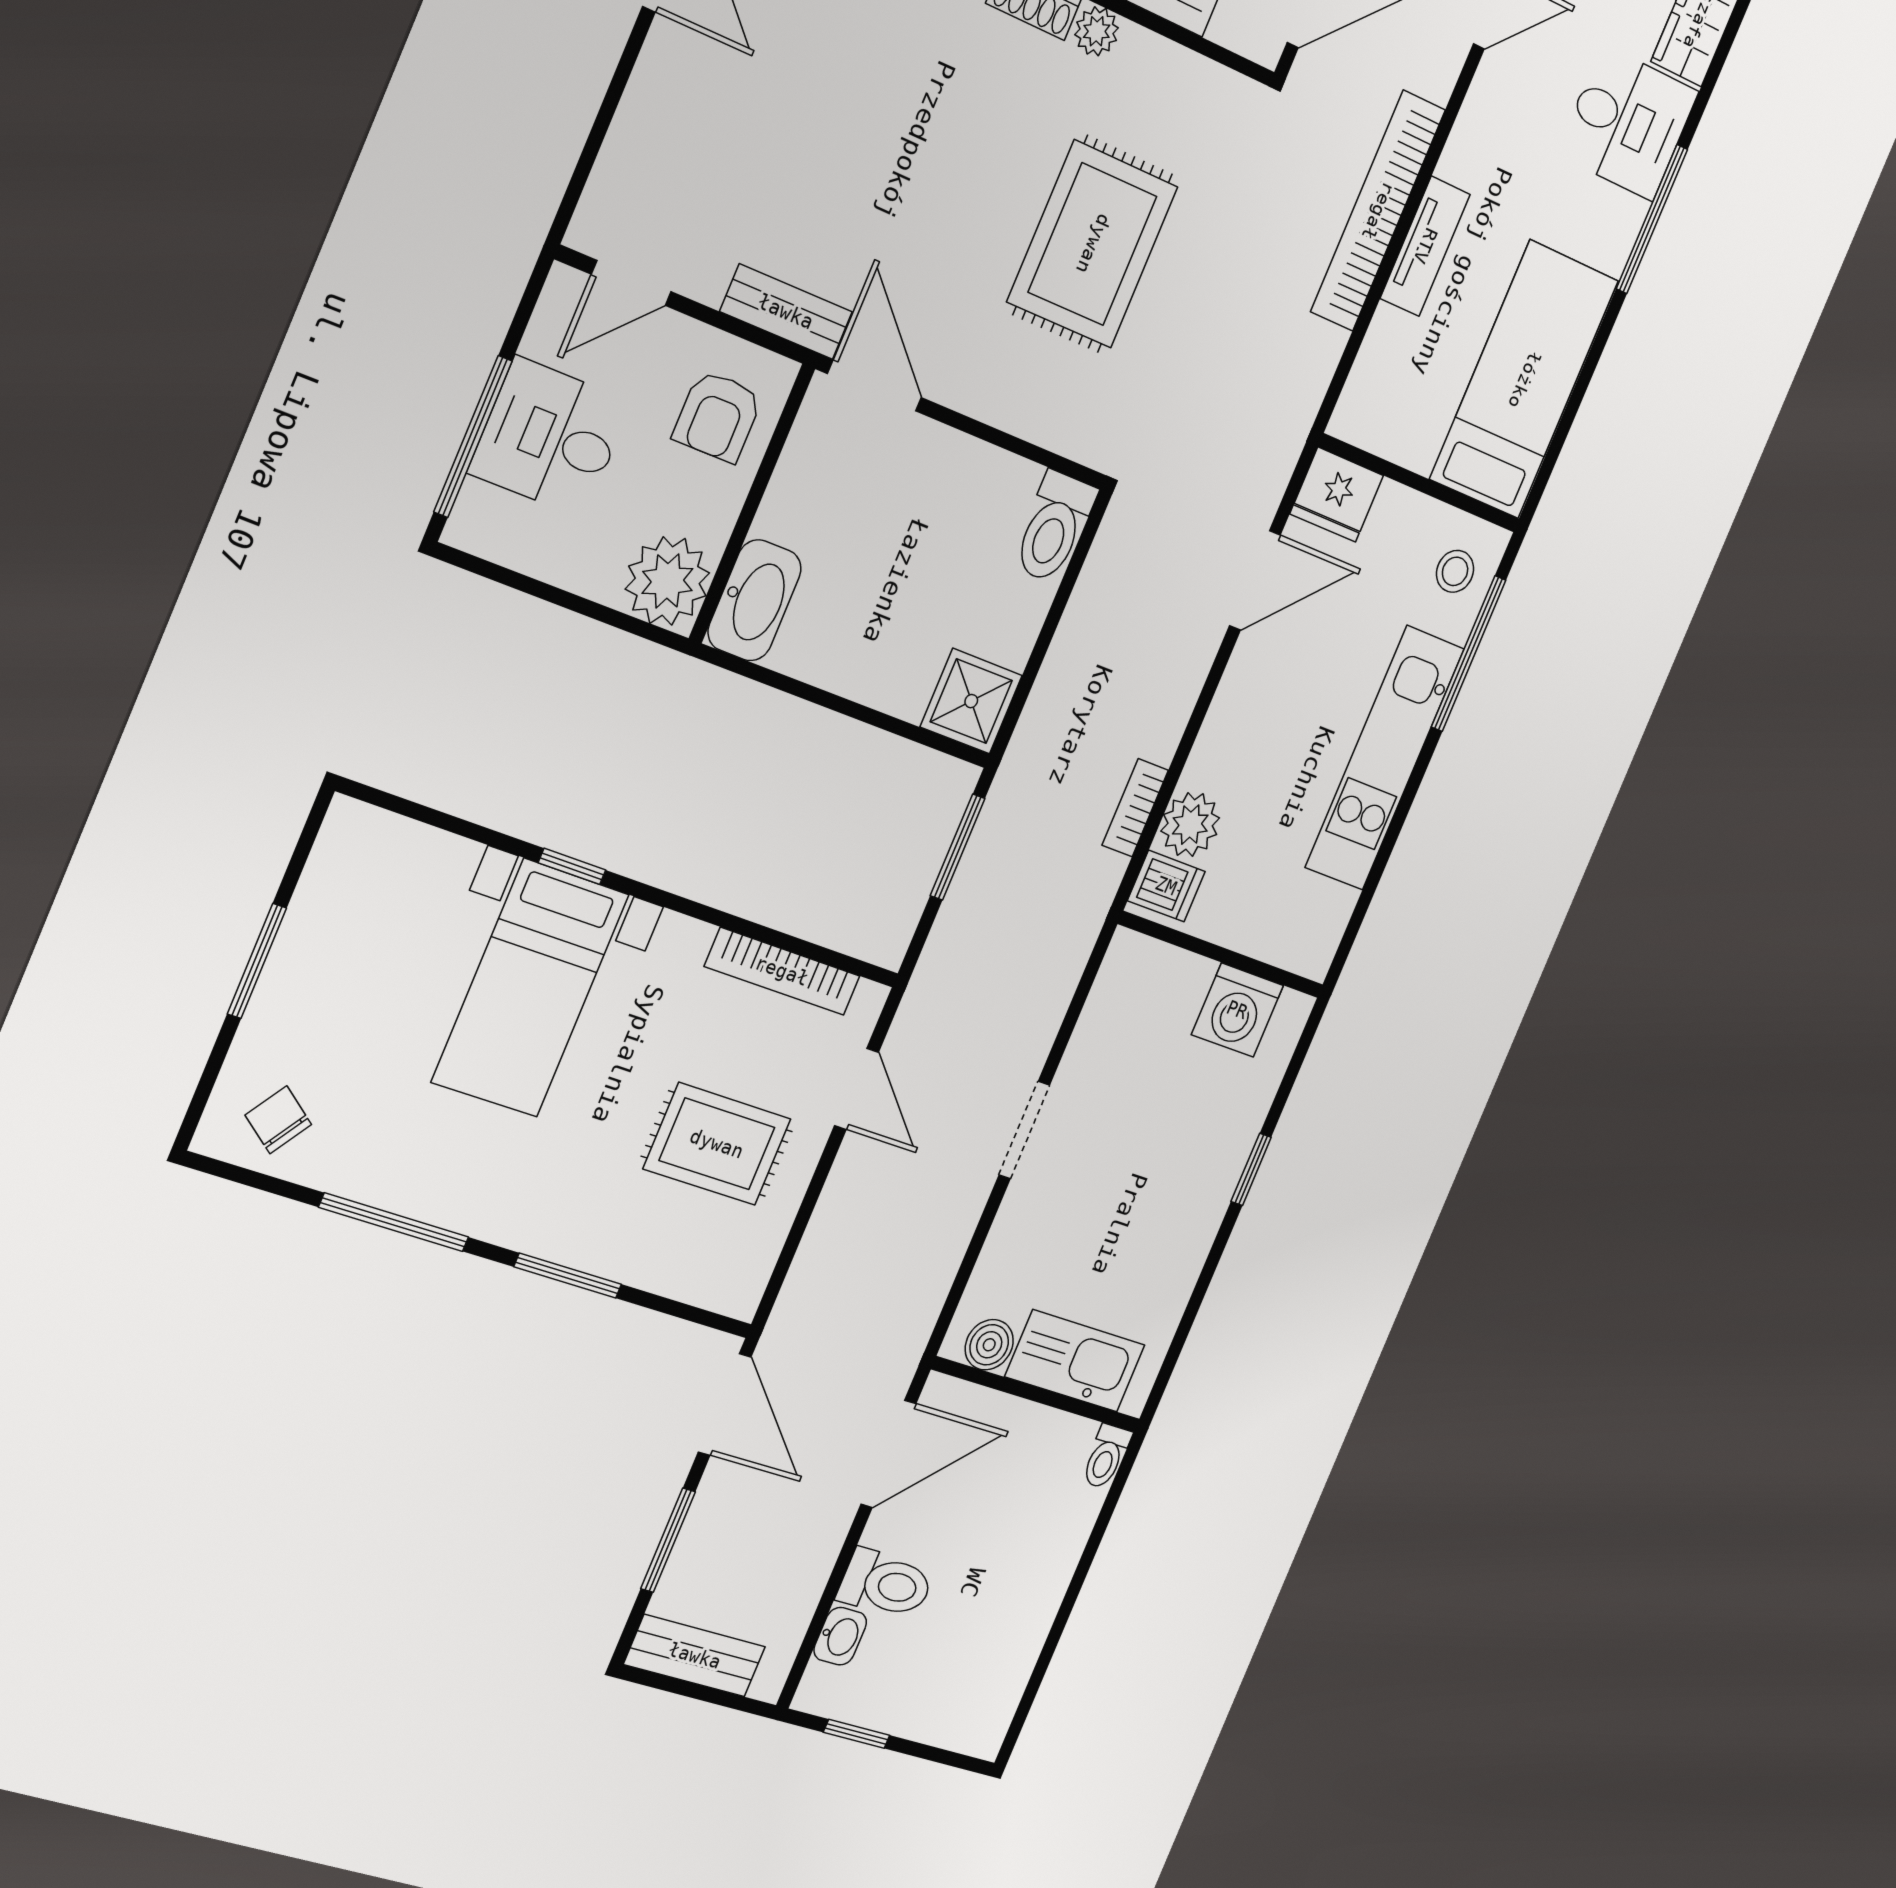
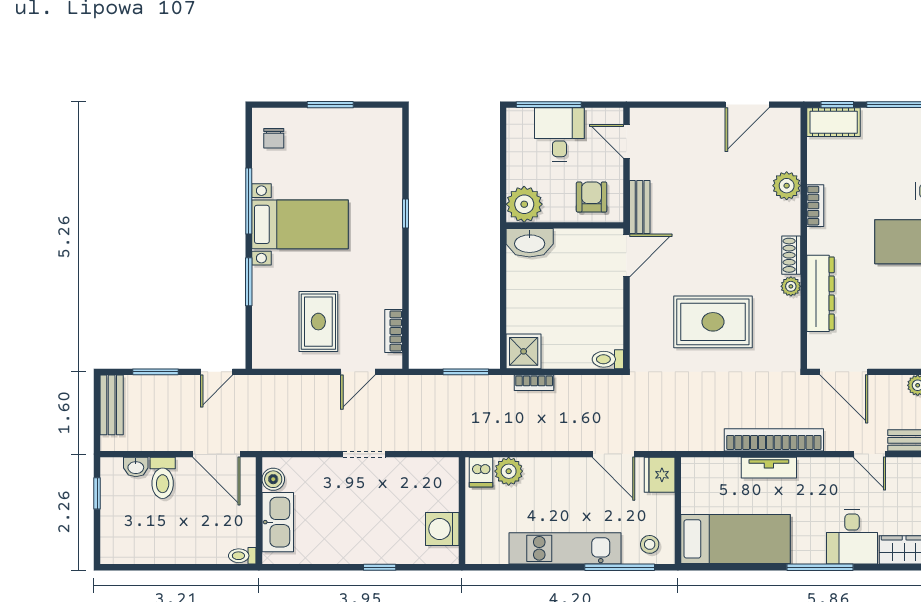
armchair: (718, 416) -> (592, 197), turned 90
toilet: (1054, 527) -> (608, 359), width x0.73, depth x0.72
bookcase: (1135, 808) -> (534, 383), moved, turned 180
bookcase: (782, 971) -> (394, 331), width x0.64
bed with nightstands: (530, 988) -> (300, 224), moved, turned 180
chair: (278, 1120) -> (274, 138), turned 144
door: (725, 1404) -> (217, 372), width x0.73

